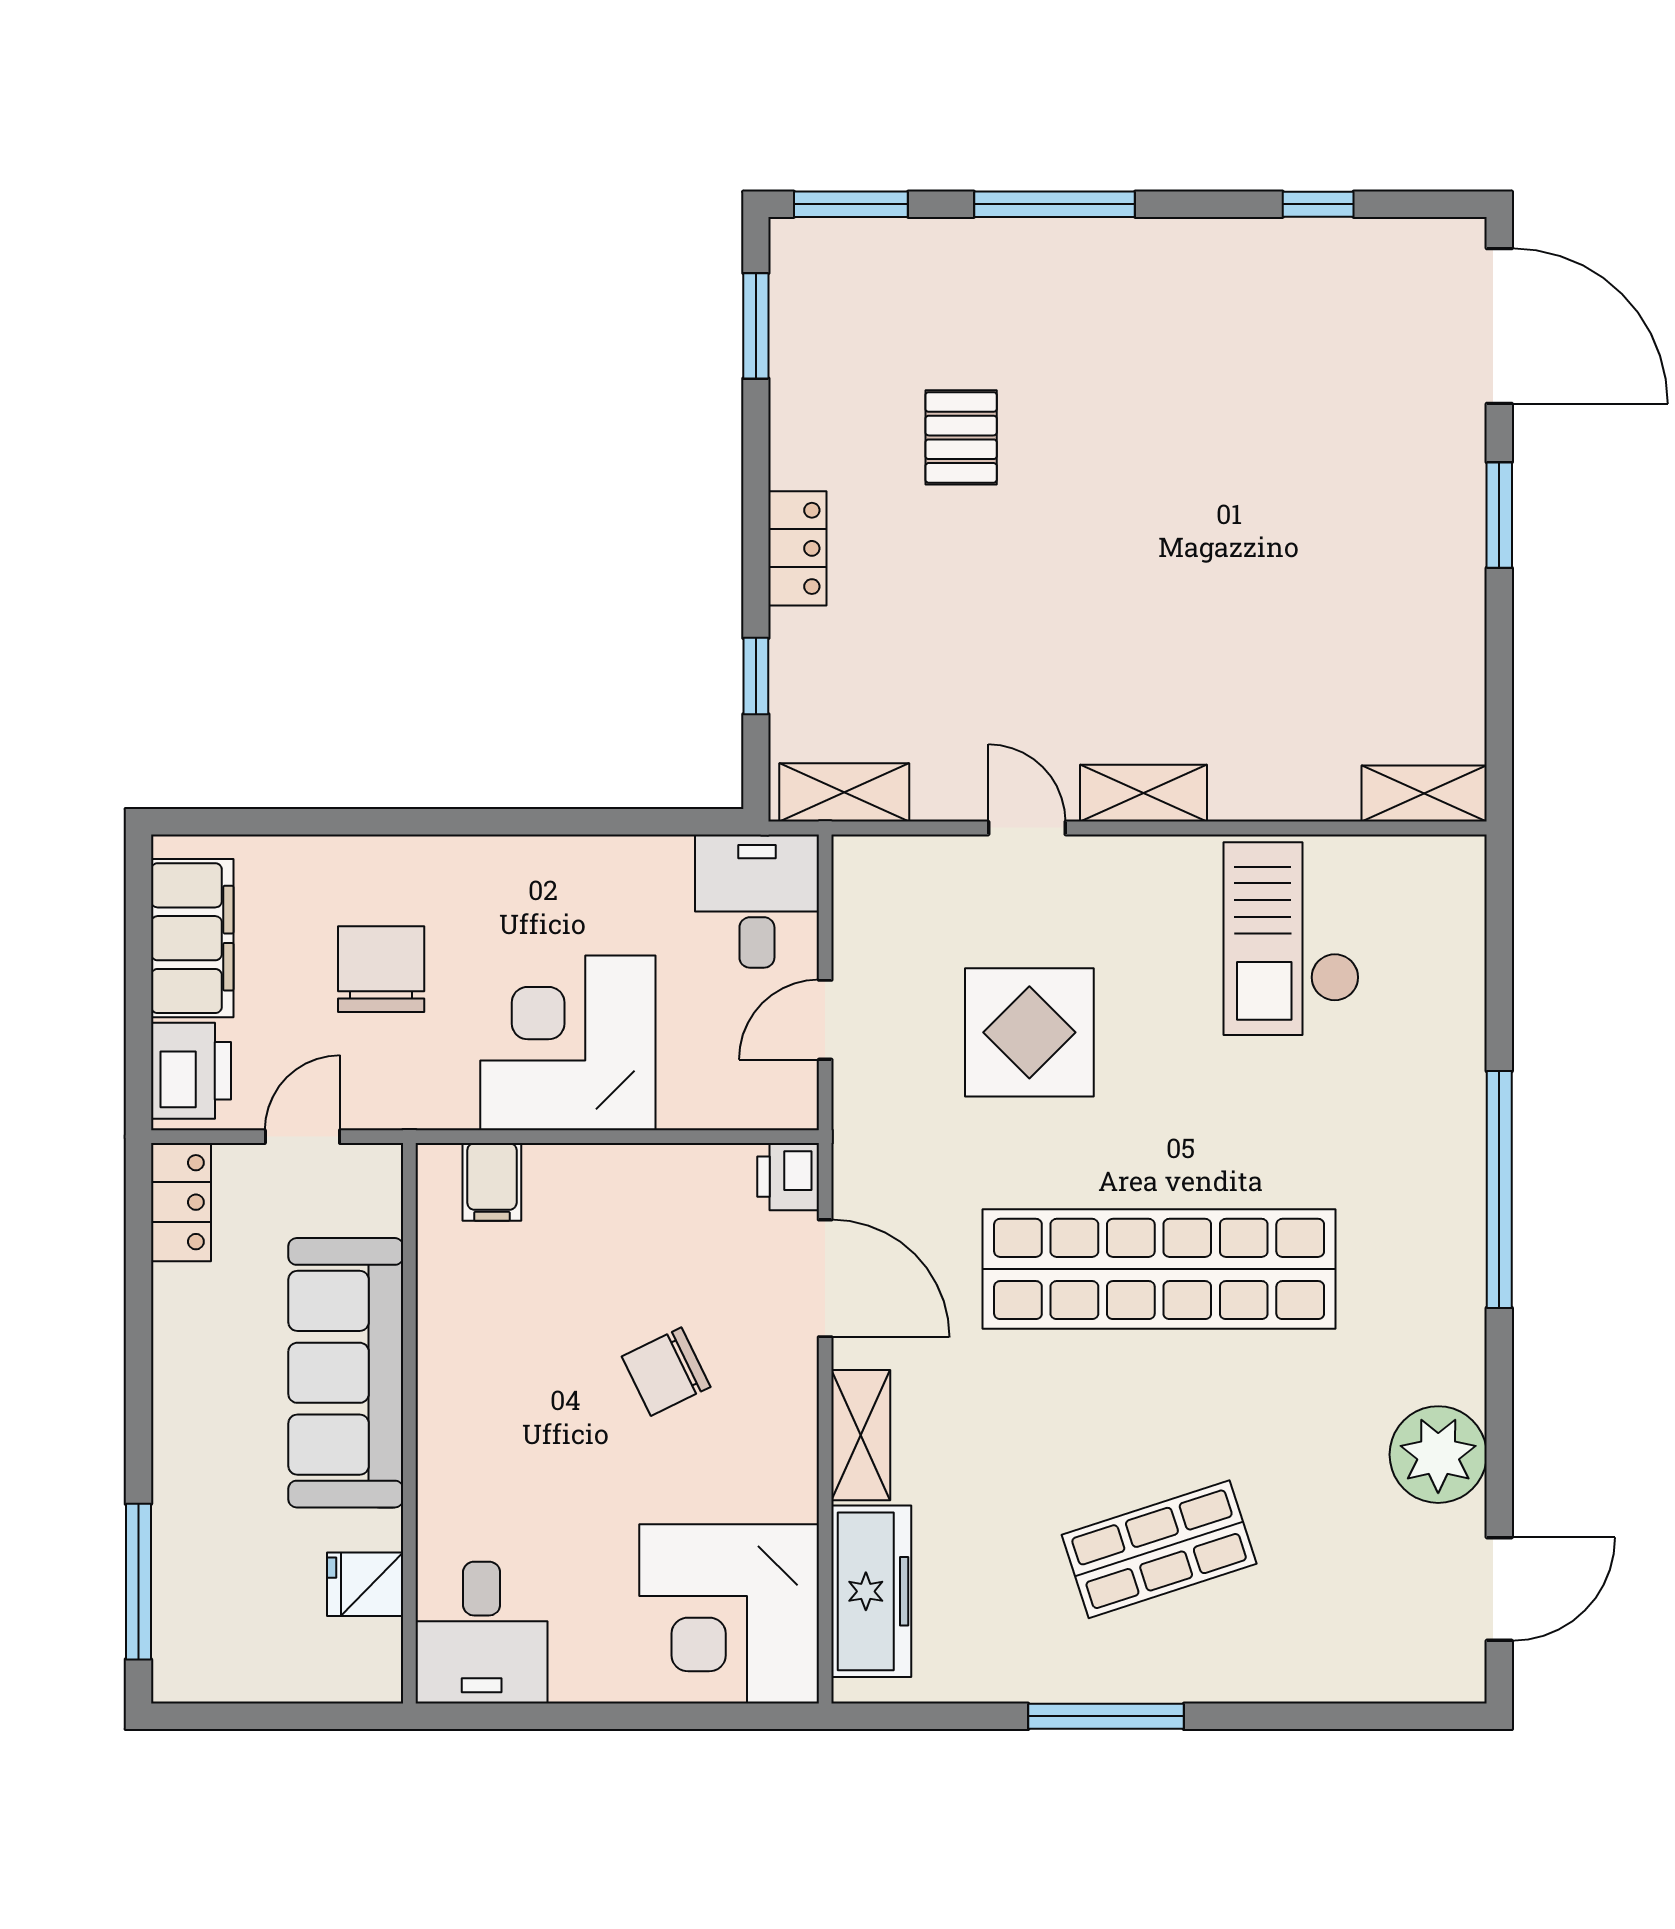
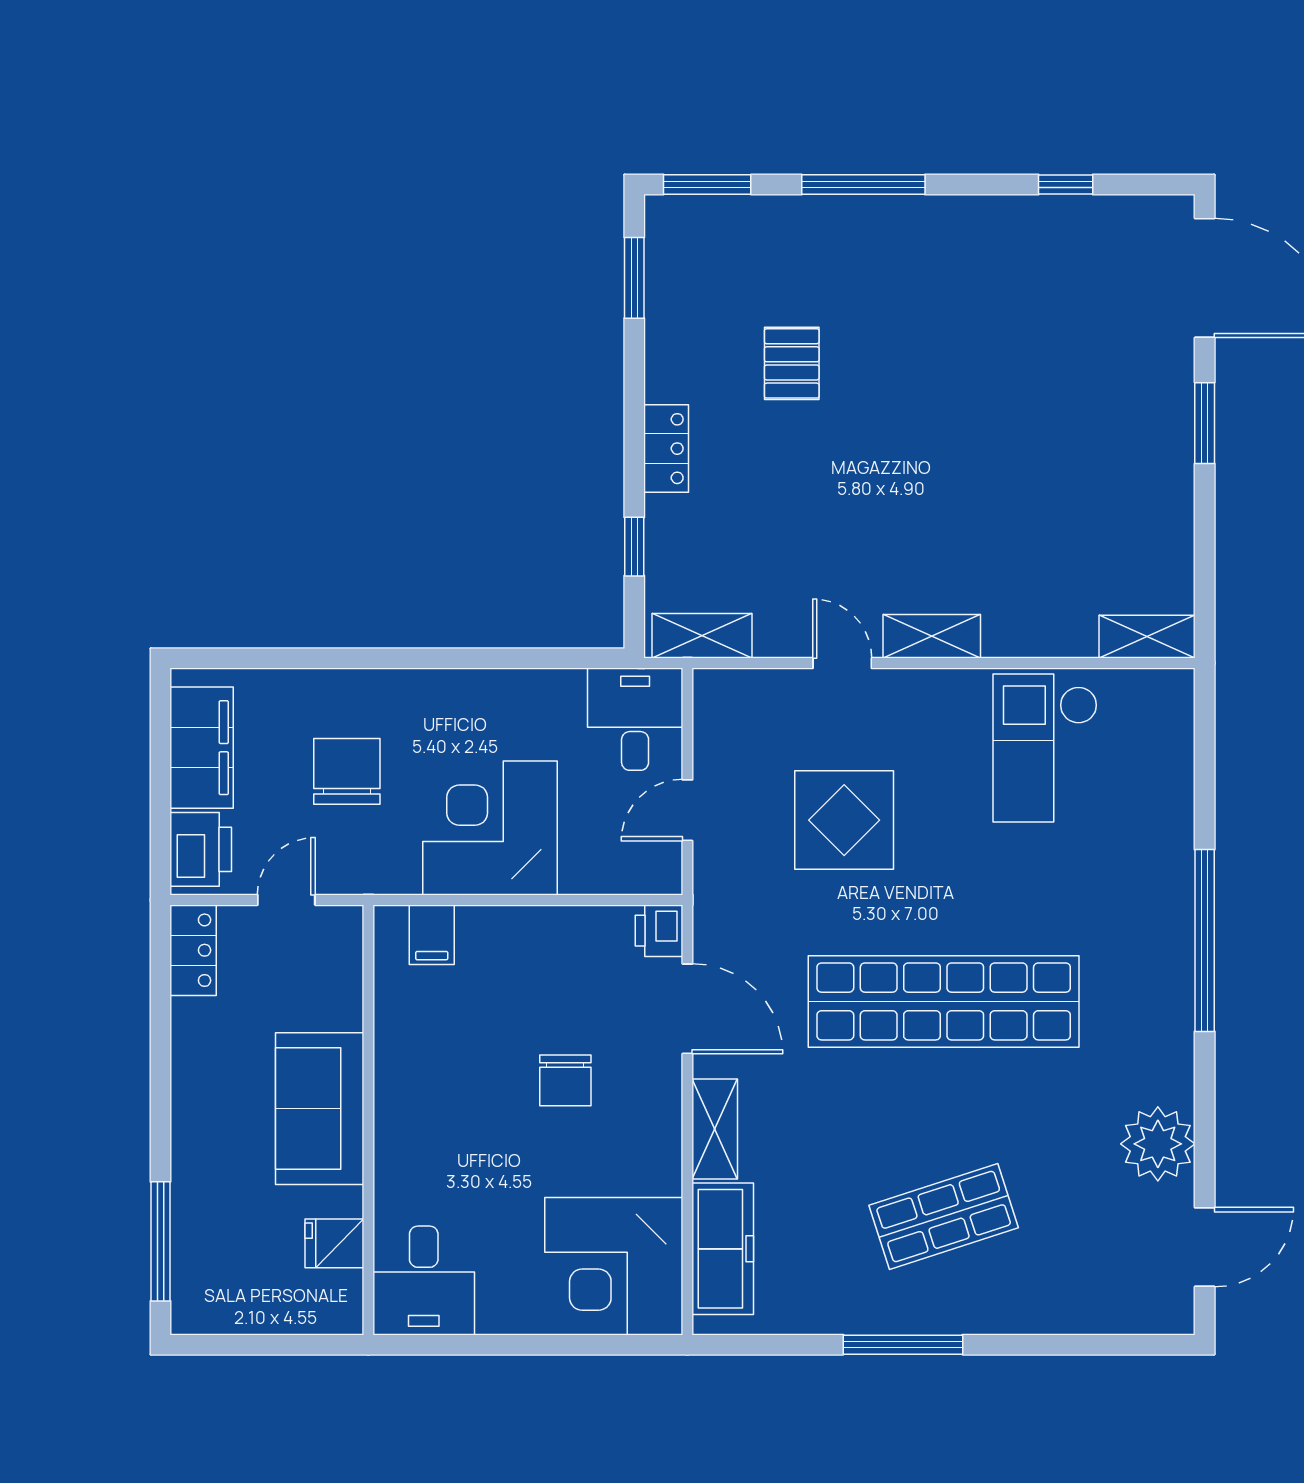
chair: (666, 1372) -> (565, 1080), turned -64
sofa: (346, 1373) -> (320, 1109), width x0.73

